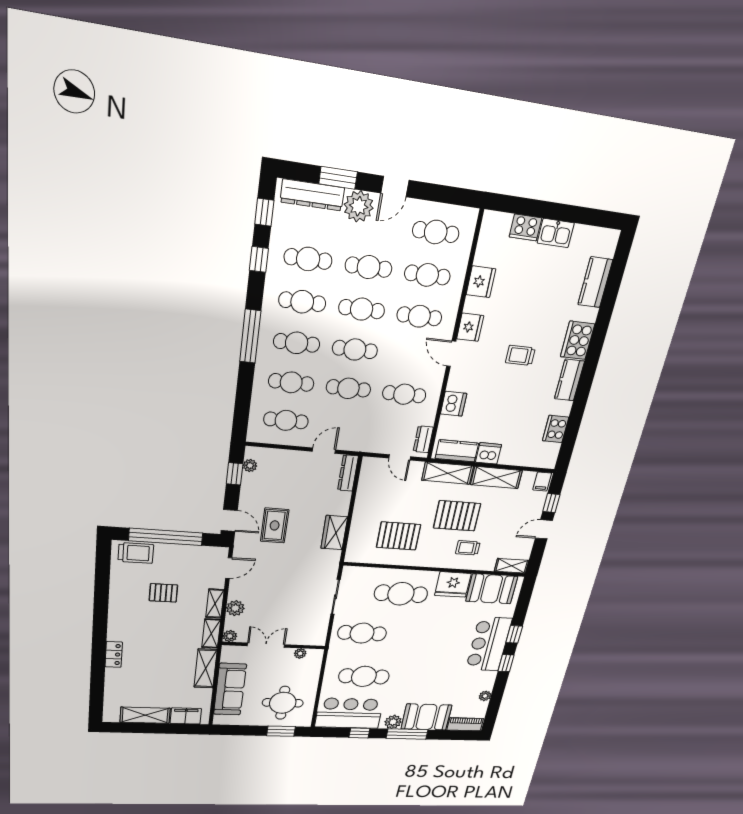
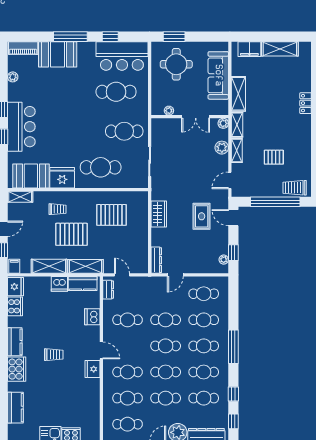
fridge: (481, 282) -> (16, 287), moved, turned 180
plant: (393, 722) -> (84, 49), removed

